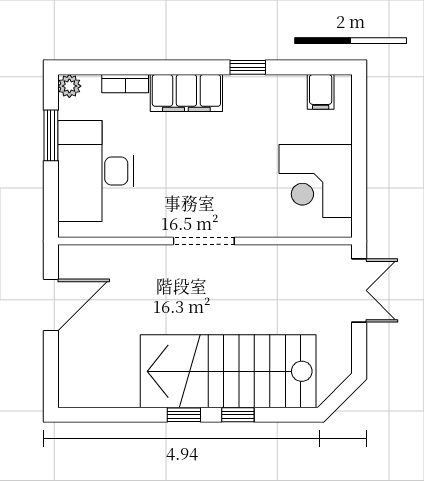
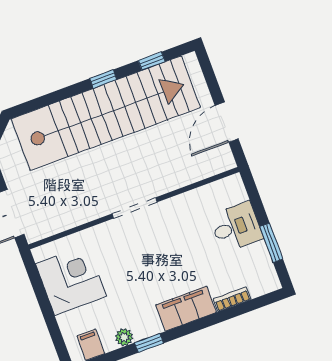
plant: (69, 86) -> (124, 337), moved
desk: (96, 171) -> (236, 227), width x0.53, depth x0.77
stairs: (228, 371) -> (106, 113), width x1.36
window: (238, 415) -> (152, 61), moved

